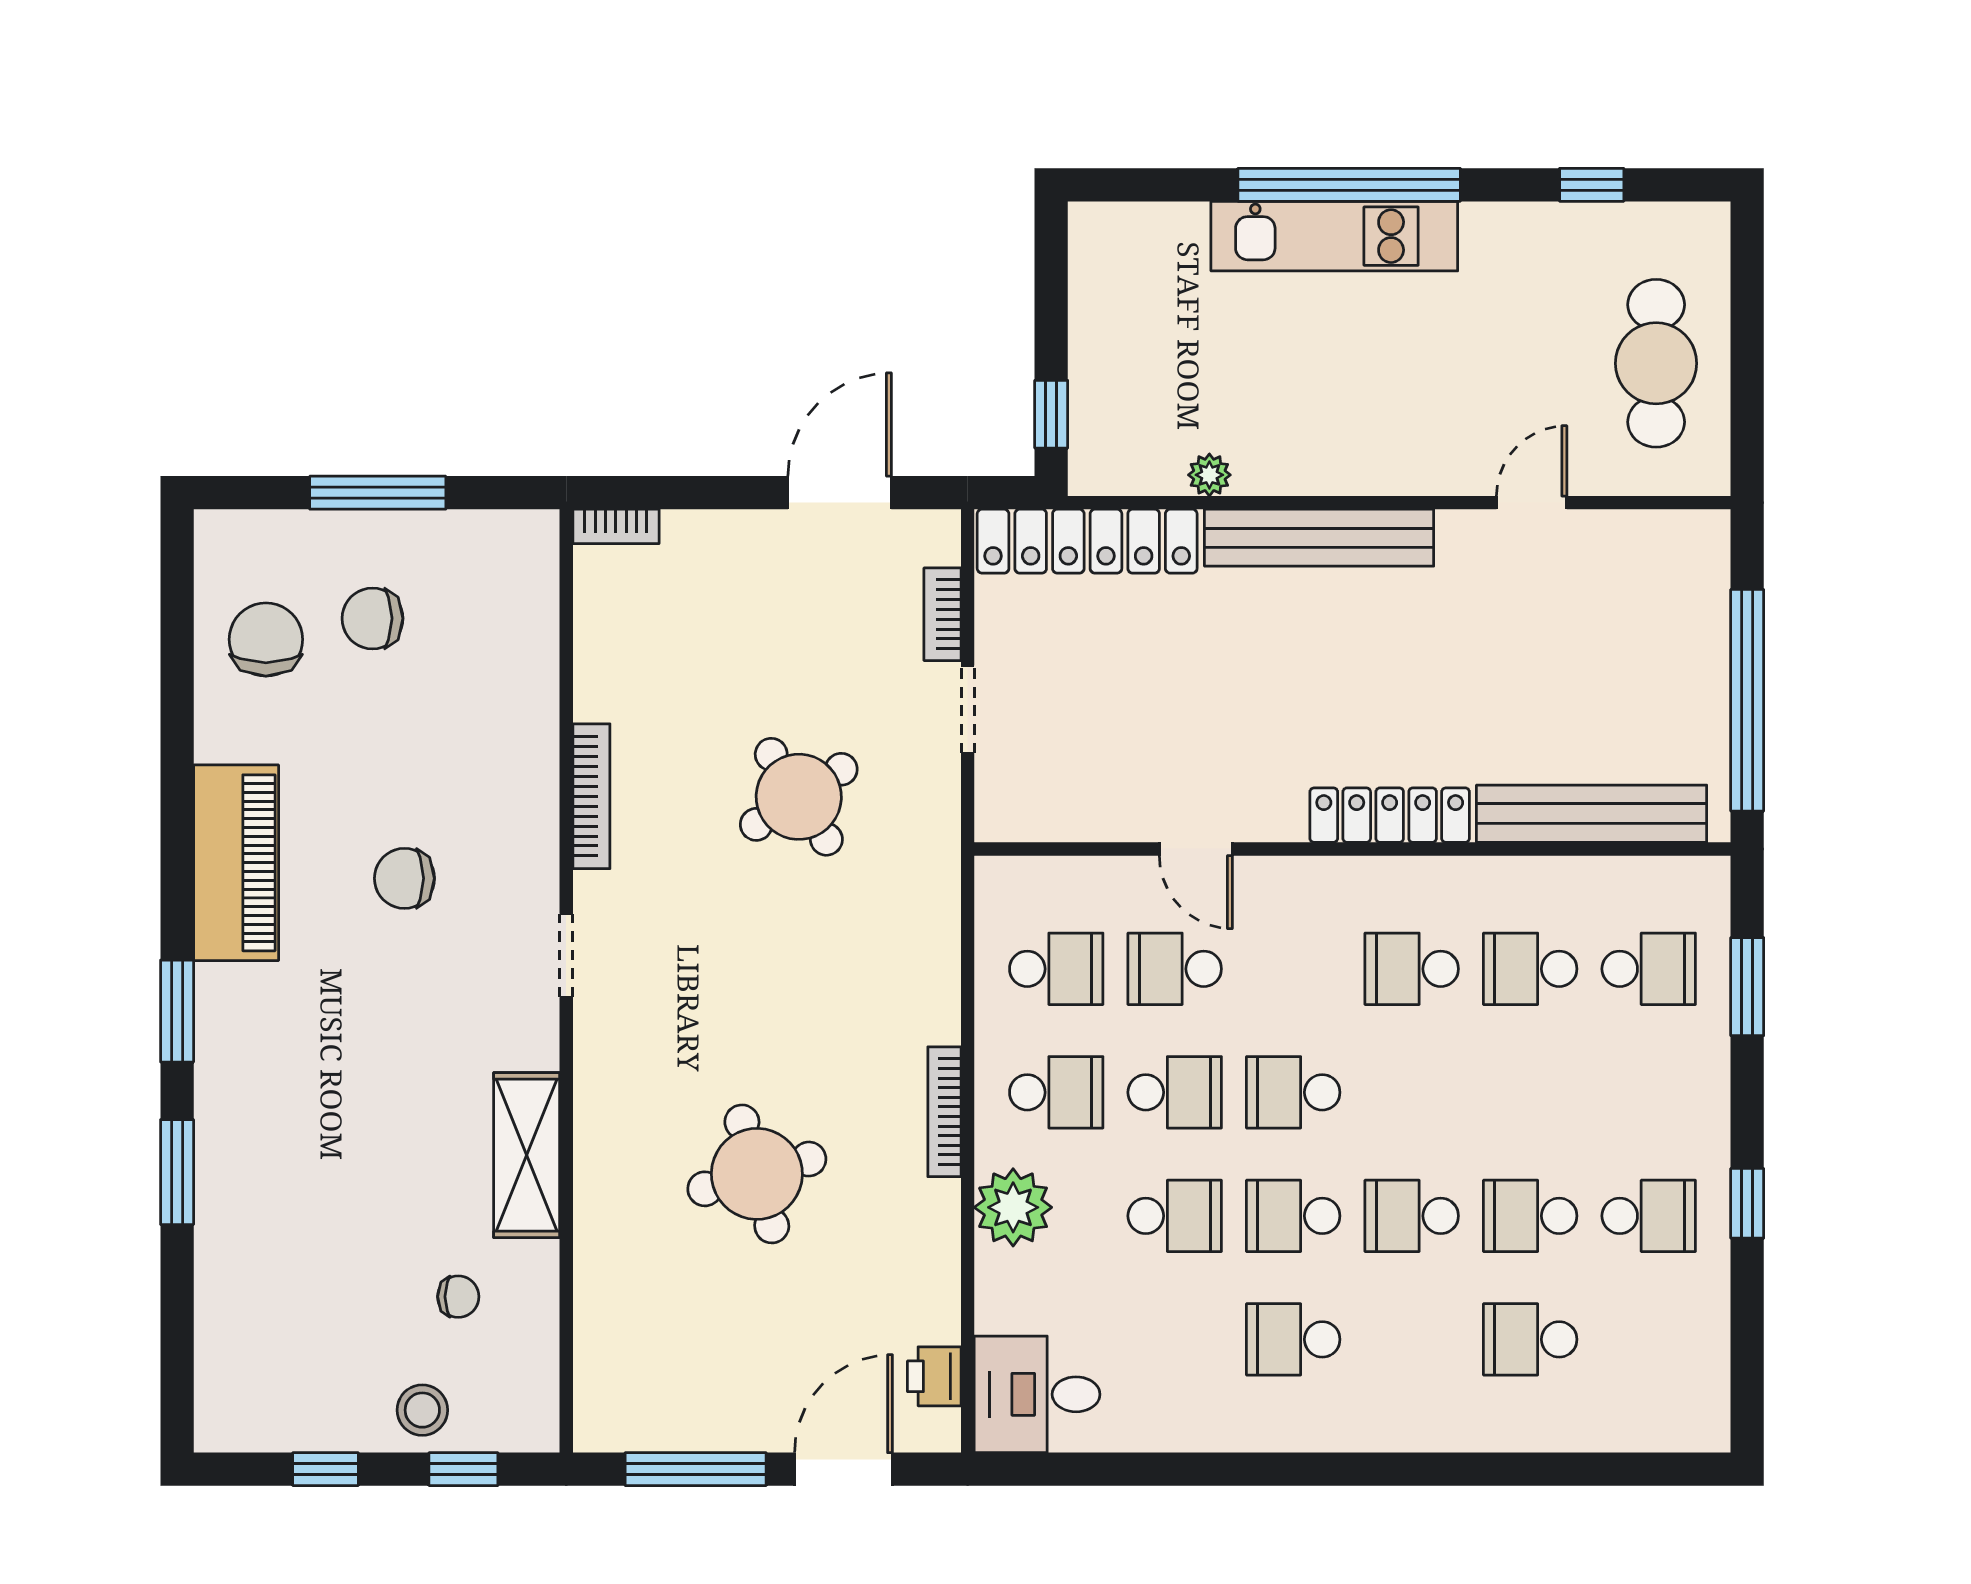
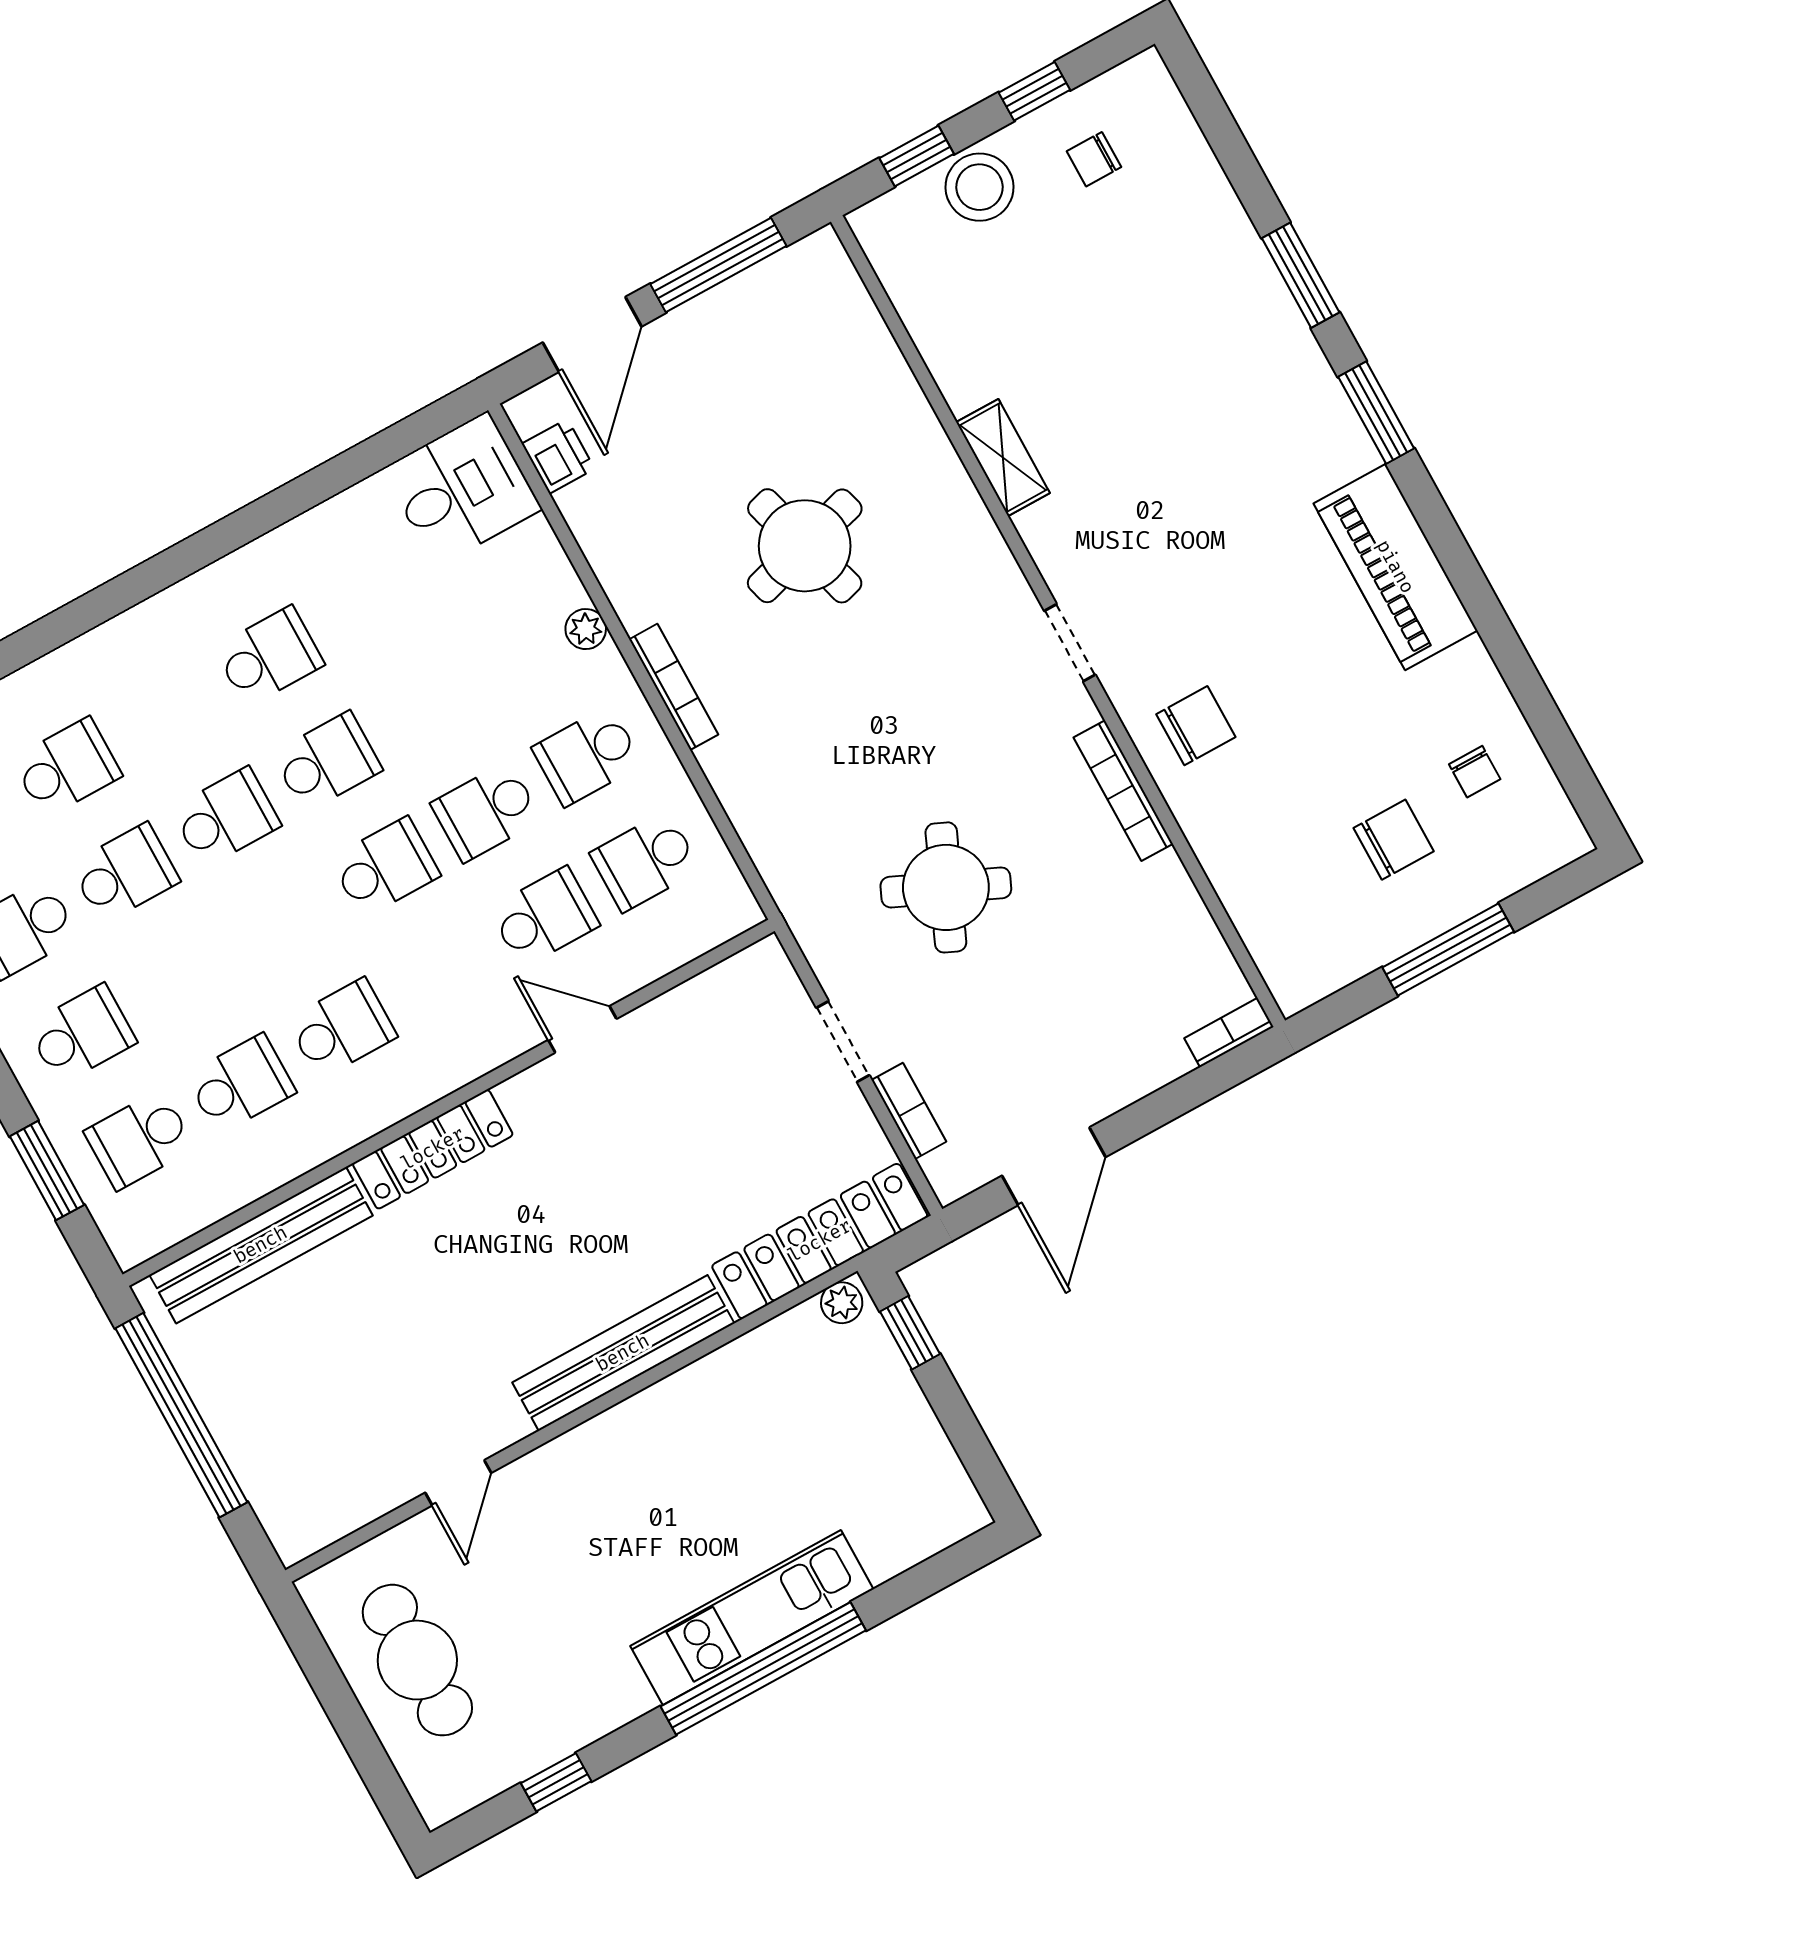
plant: (1209, 475) -> (842, 1303), moved
chair: (266, 639) -> (1475, 772), width x0.54, depth x0.54
round table: (799, 797) -> (946, 887), turned -33
chair: (404, 878) -> (1196, 726), moved
shelving: (527, 1155) -> (1003, 458), width x0.67, depth x0.75
plant: (1013, 1207) -> (586, 629), width x0.53, depth x0.53
school desk: (1175, 1216) -> (81, 1034), moved, turned 180
chair: (458, 1297) -> (1094, 159), moved
stool: (422, 1410) -> (980, 187), width x1.38, depth x1.38

